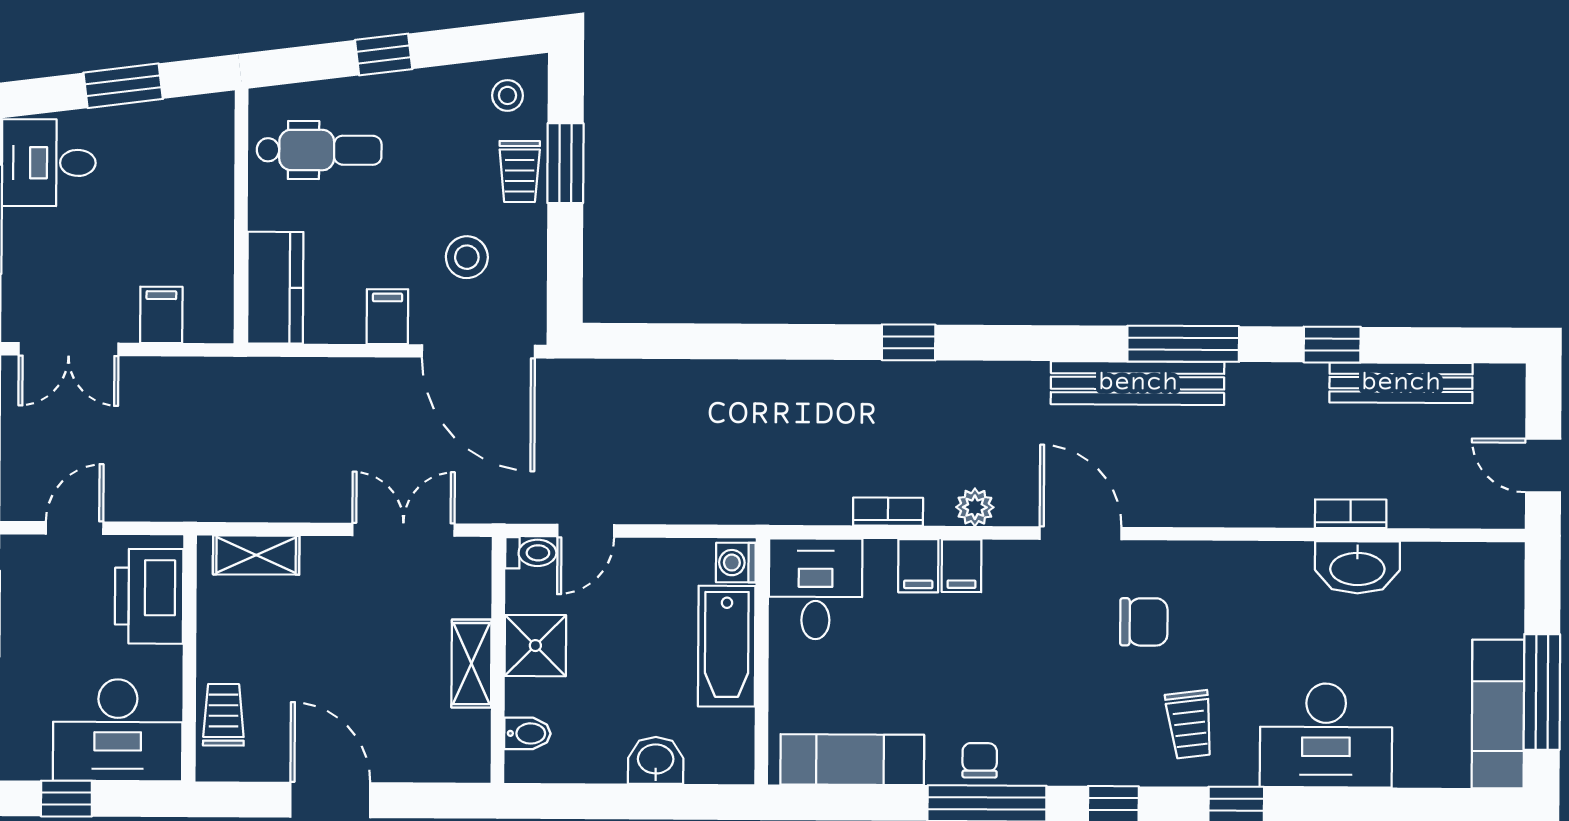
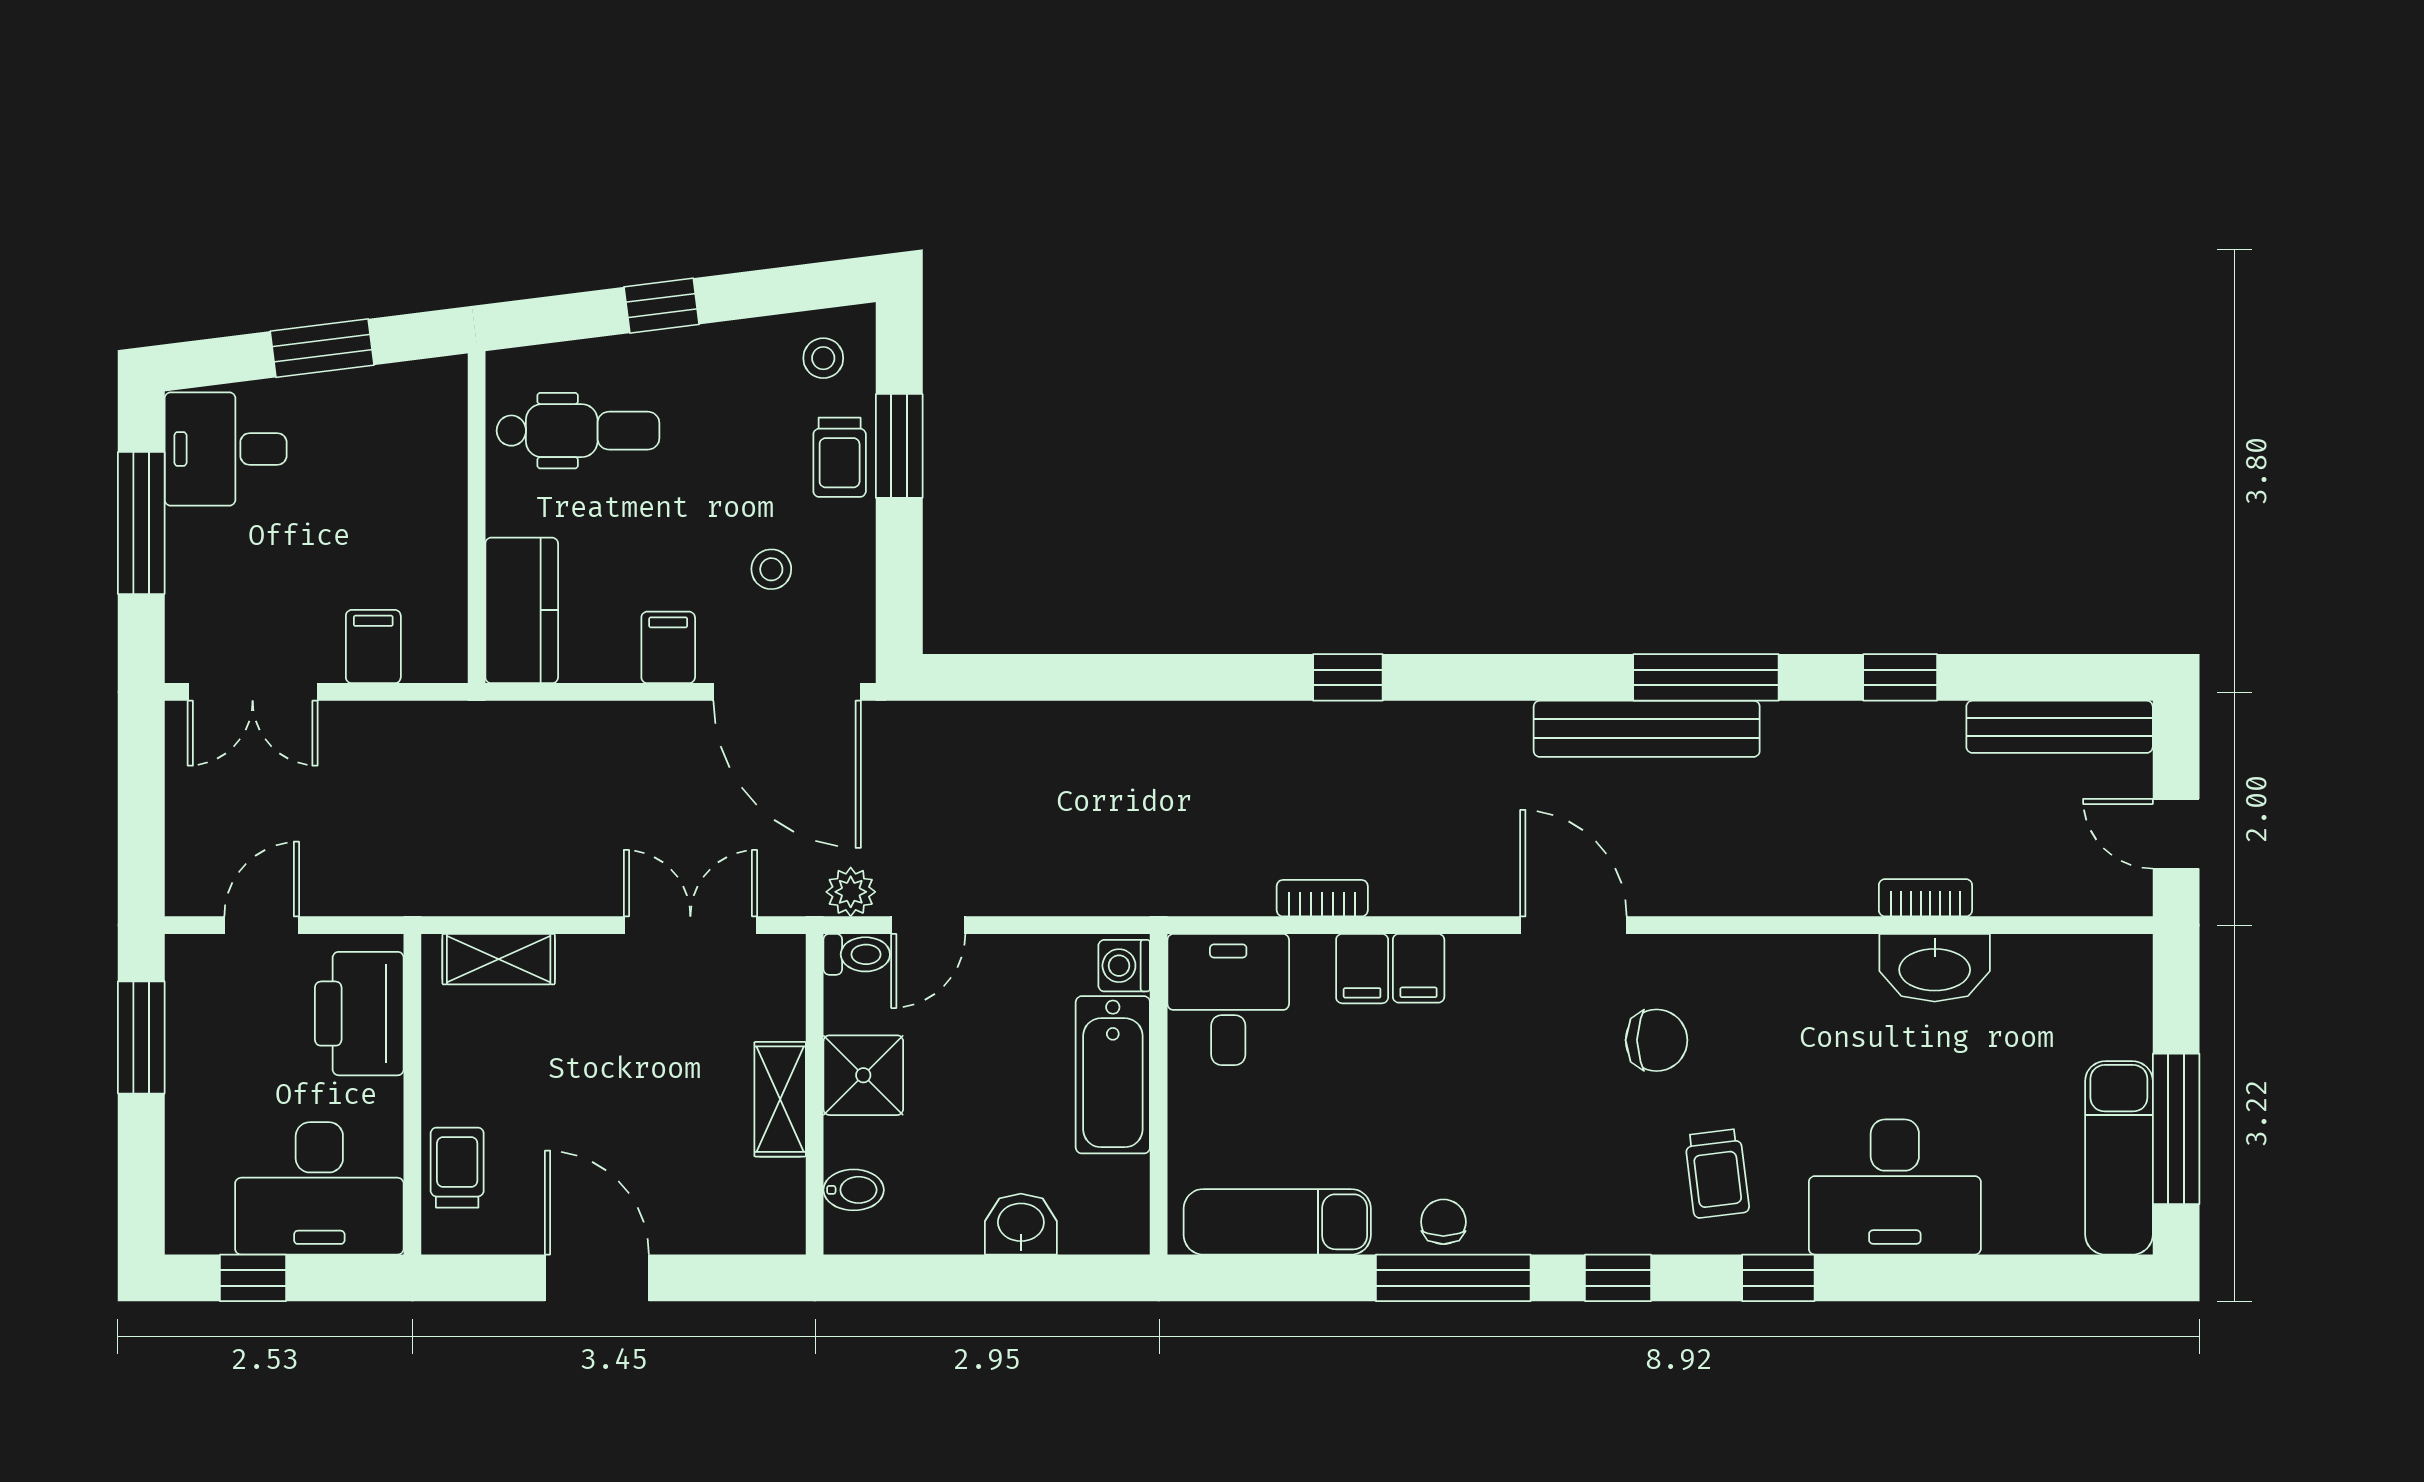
stool: (467, 257) -> (771, 569), width x0.73, depth x0.73
bench: (1401, 383) -> (2060, 727), moved
plant: (975, 507) -> (851, 892), moved

